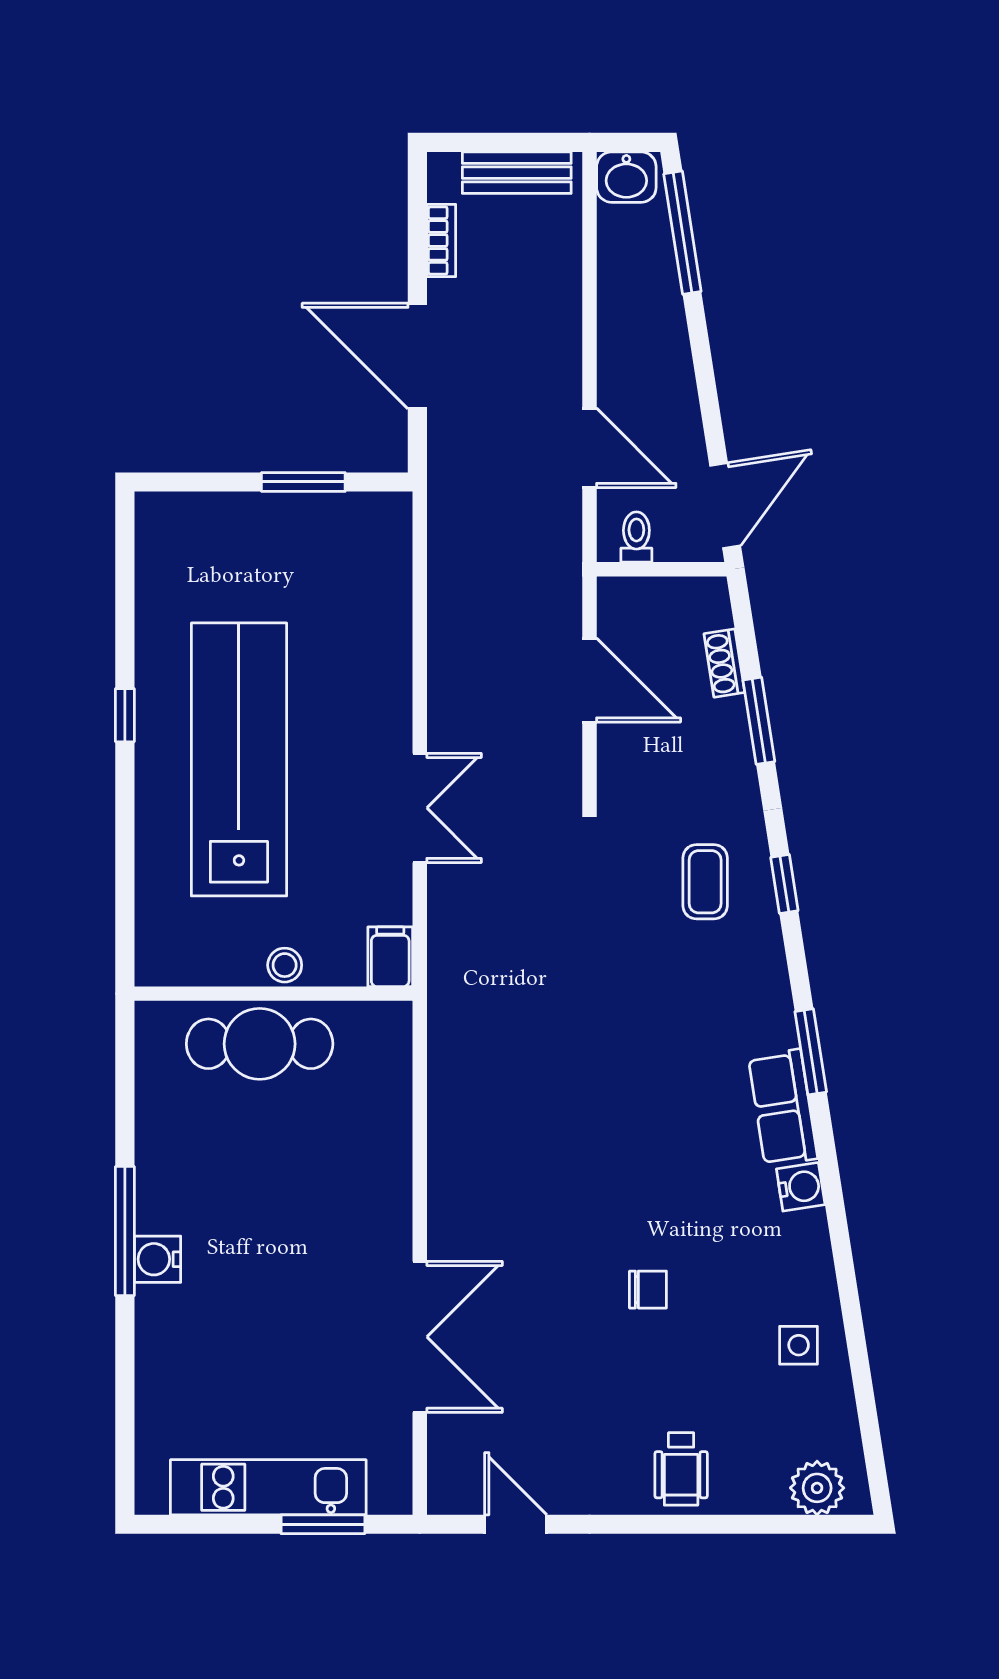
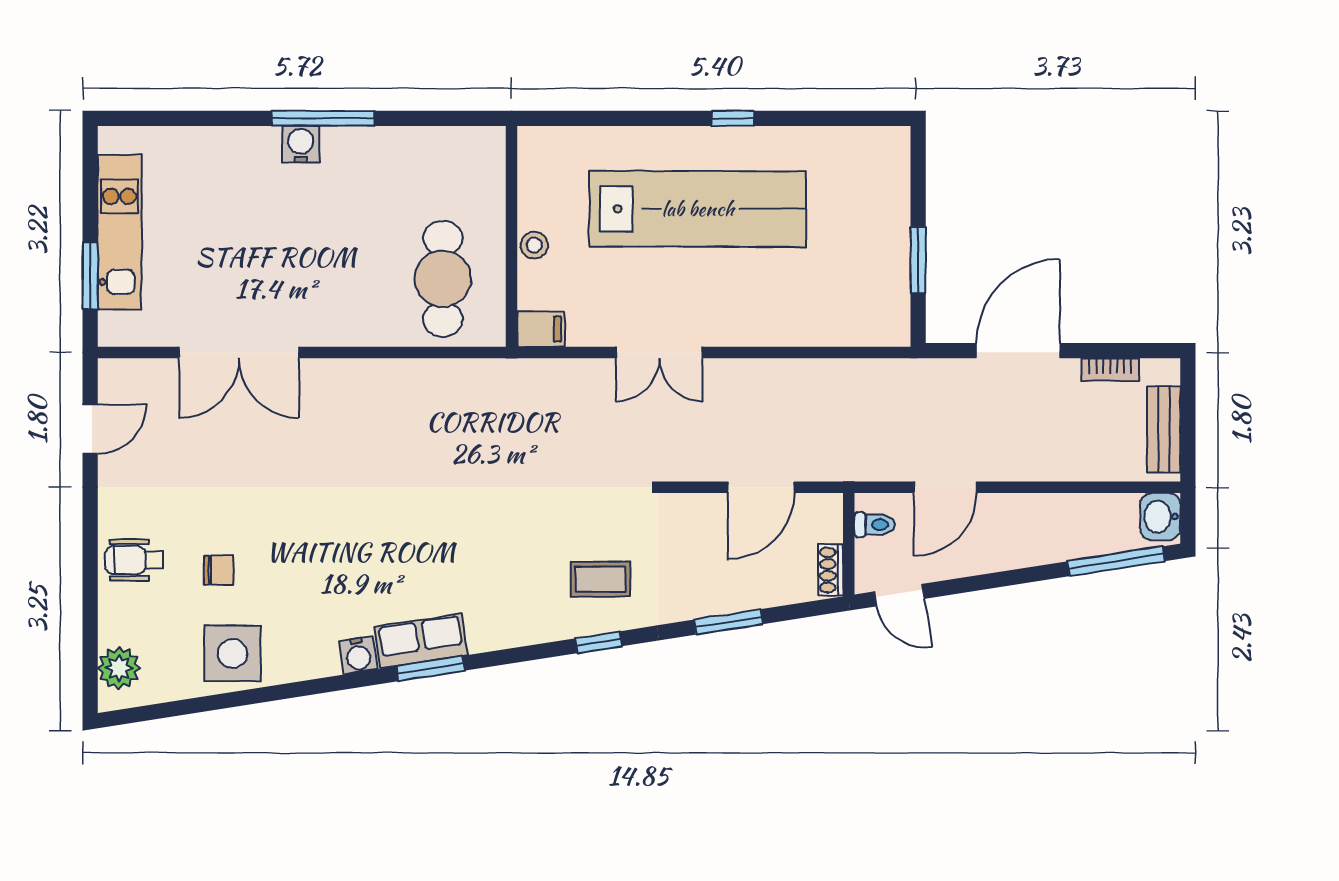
door: (725, 506) -> (899, 595), width x0.73
shoe rack: (724, 663) -> (831, 570), moved, turned -81
cafe table: (260, 1044) -> (443, 279), moved
window: (811, 1052) -> (430, 669), moved
chair: (648, 1290) -> (219, 570), moved, turned -90
side table: (799, 1345) -> (232, 653), width x1.87, depth x1.87

